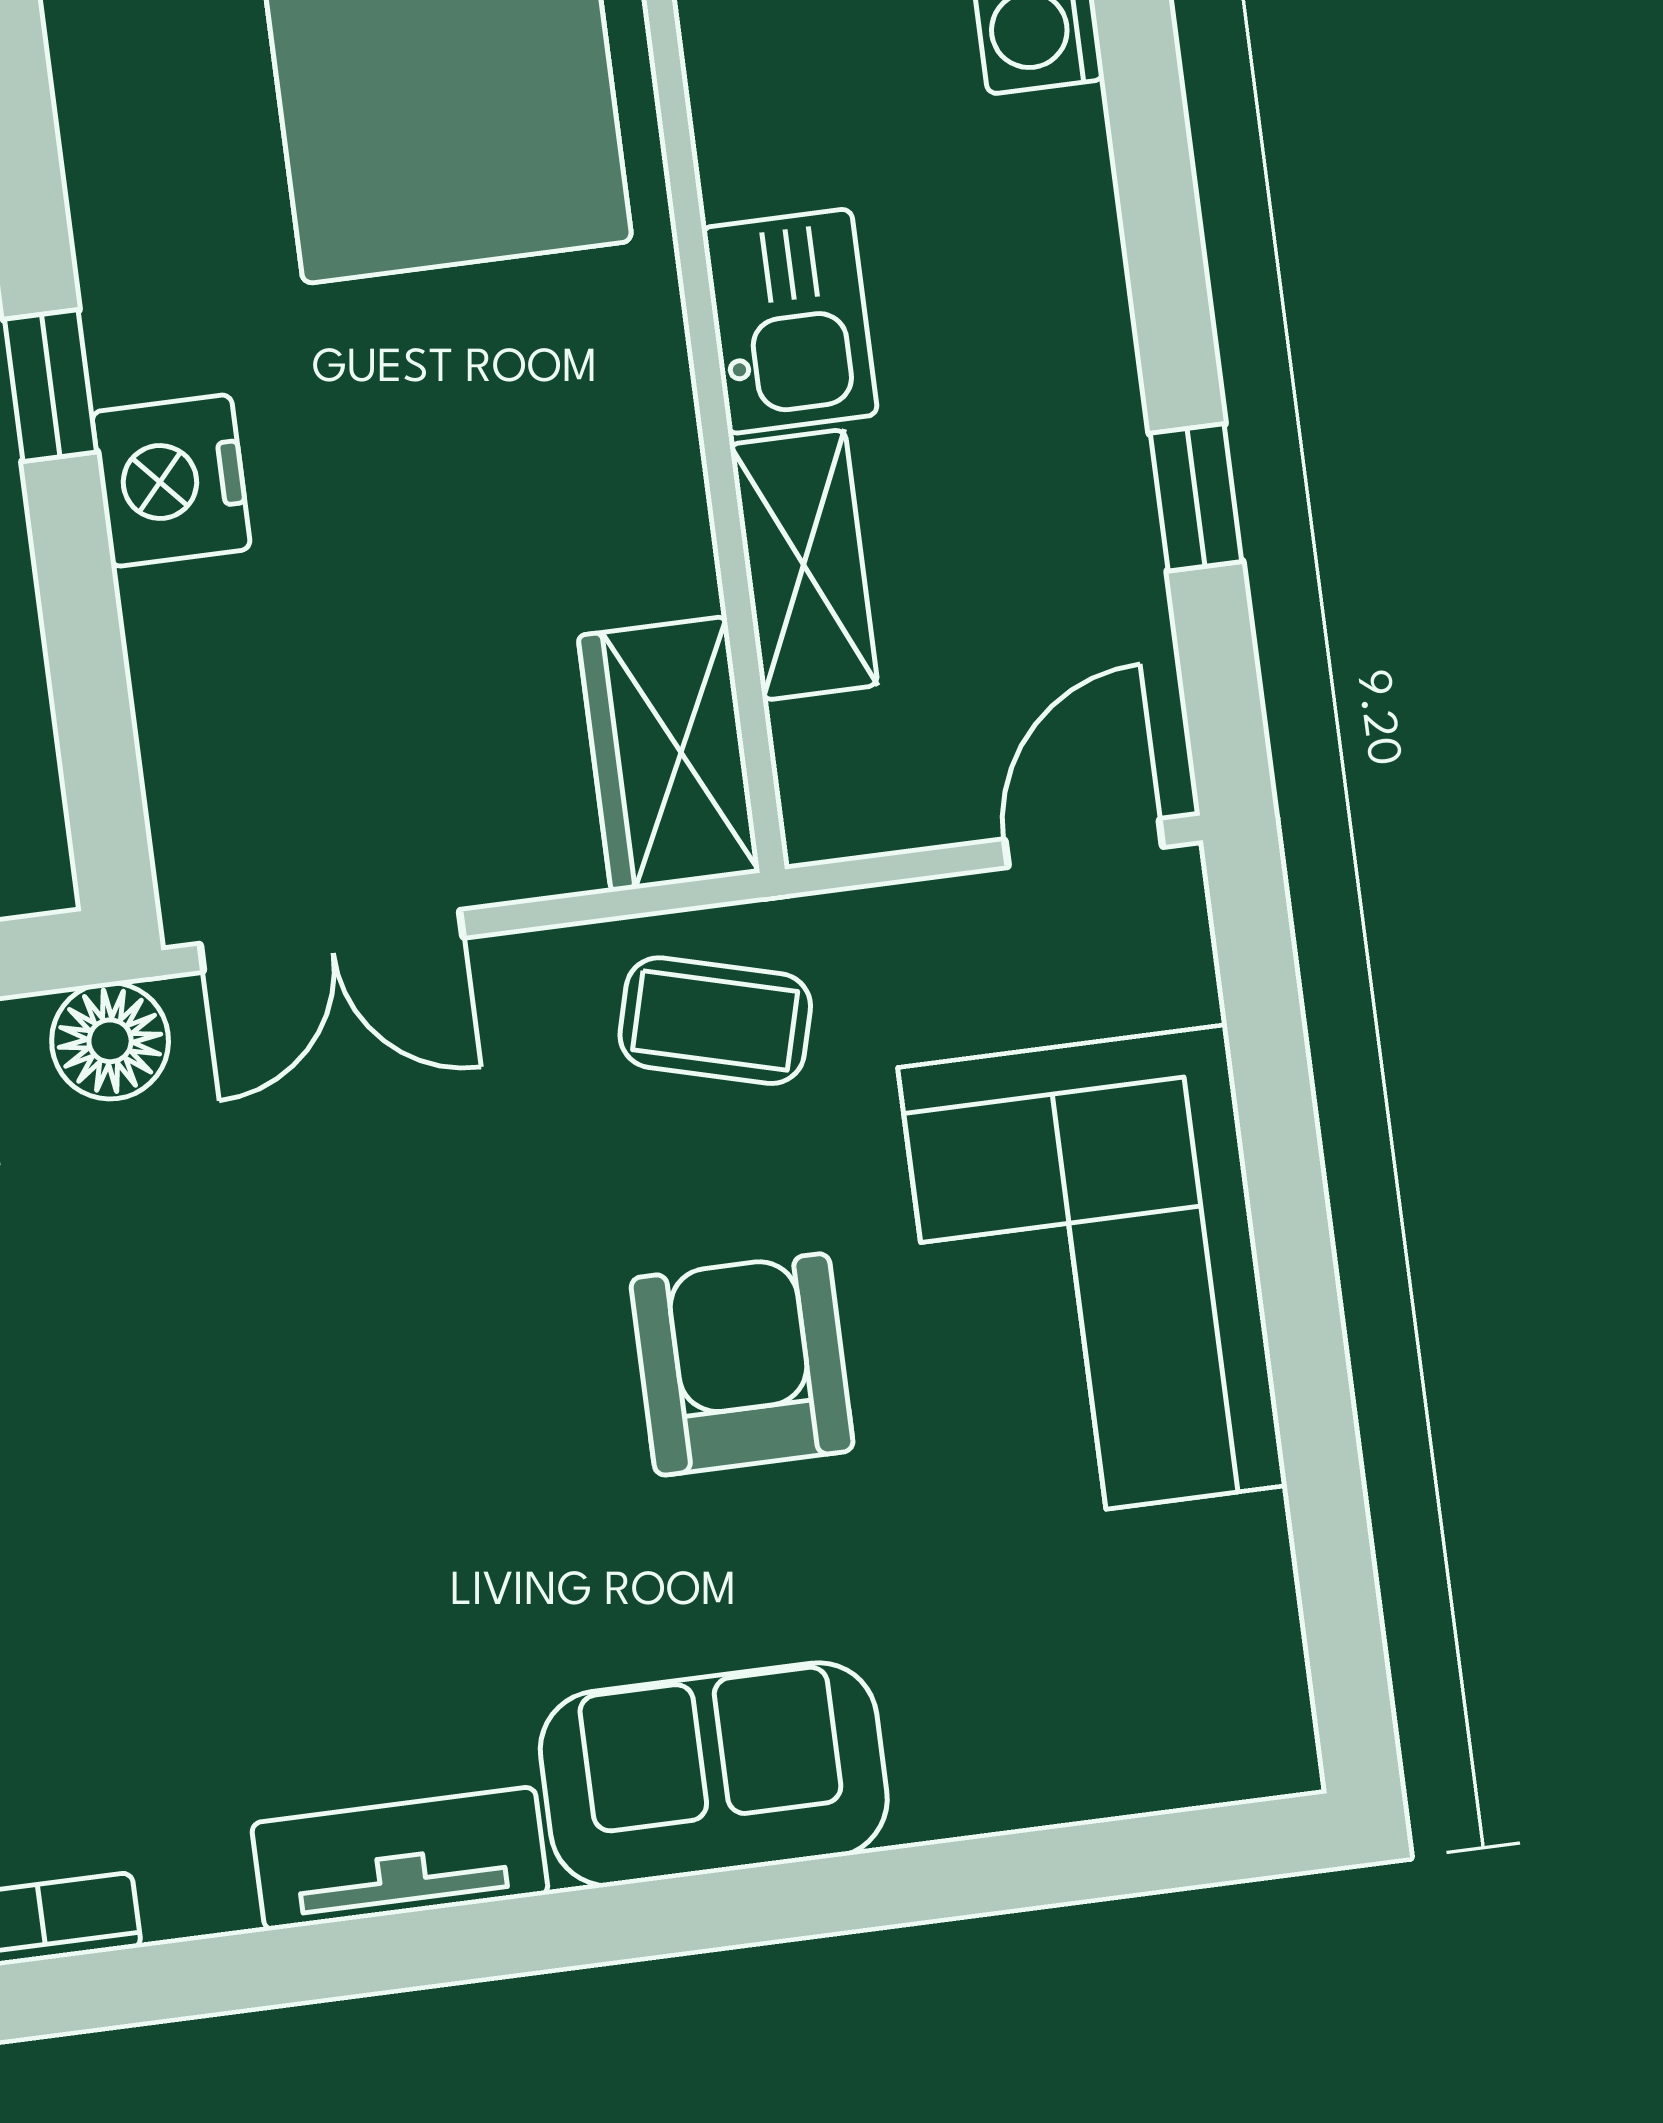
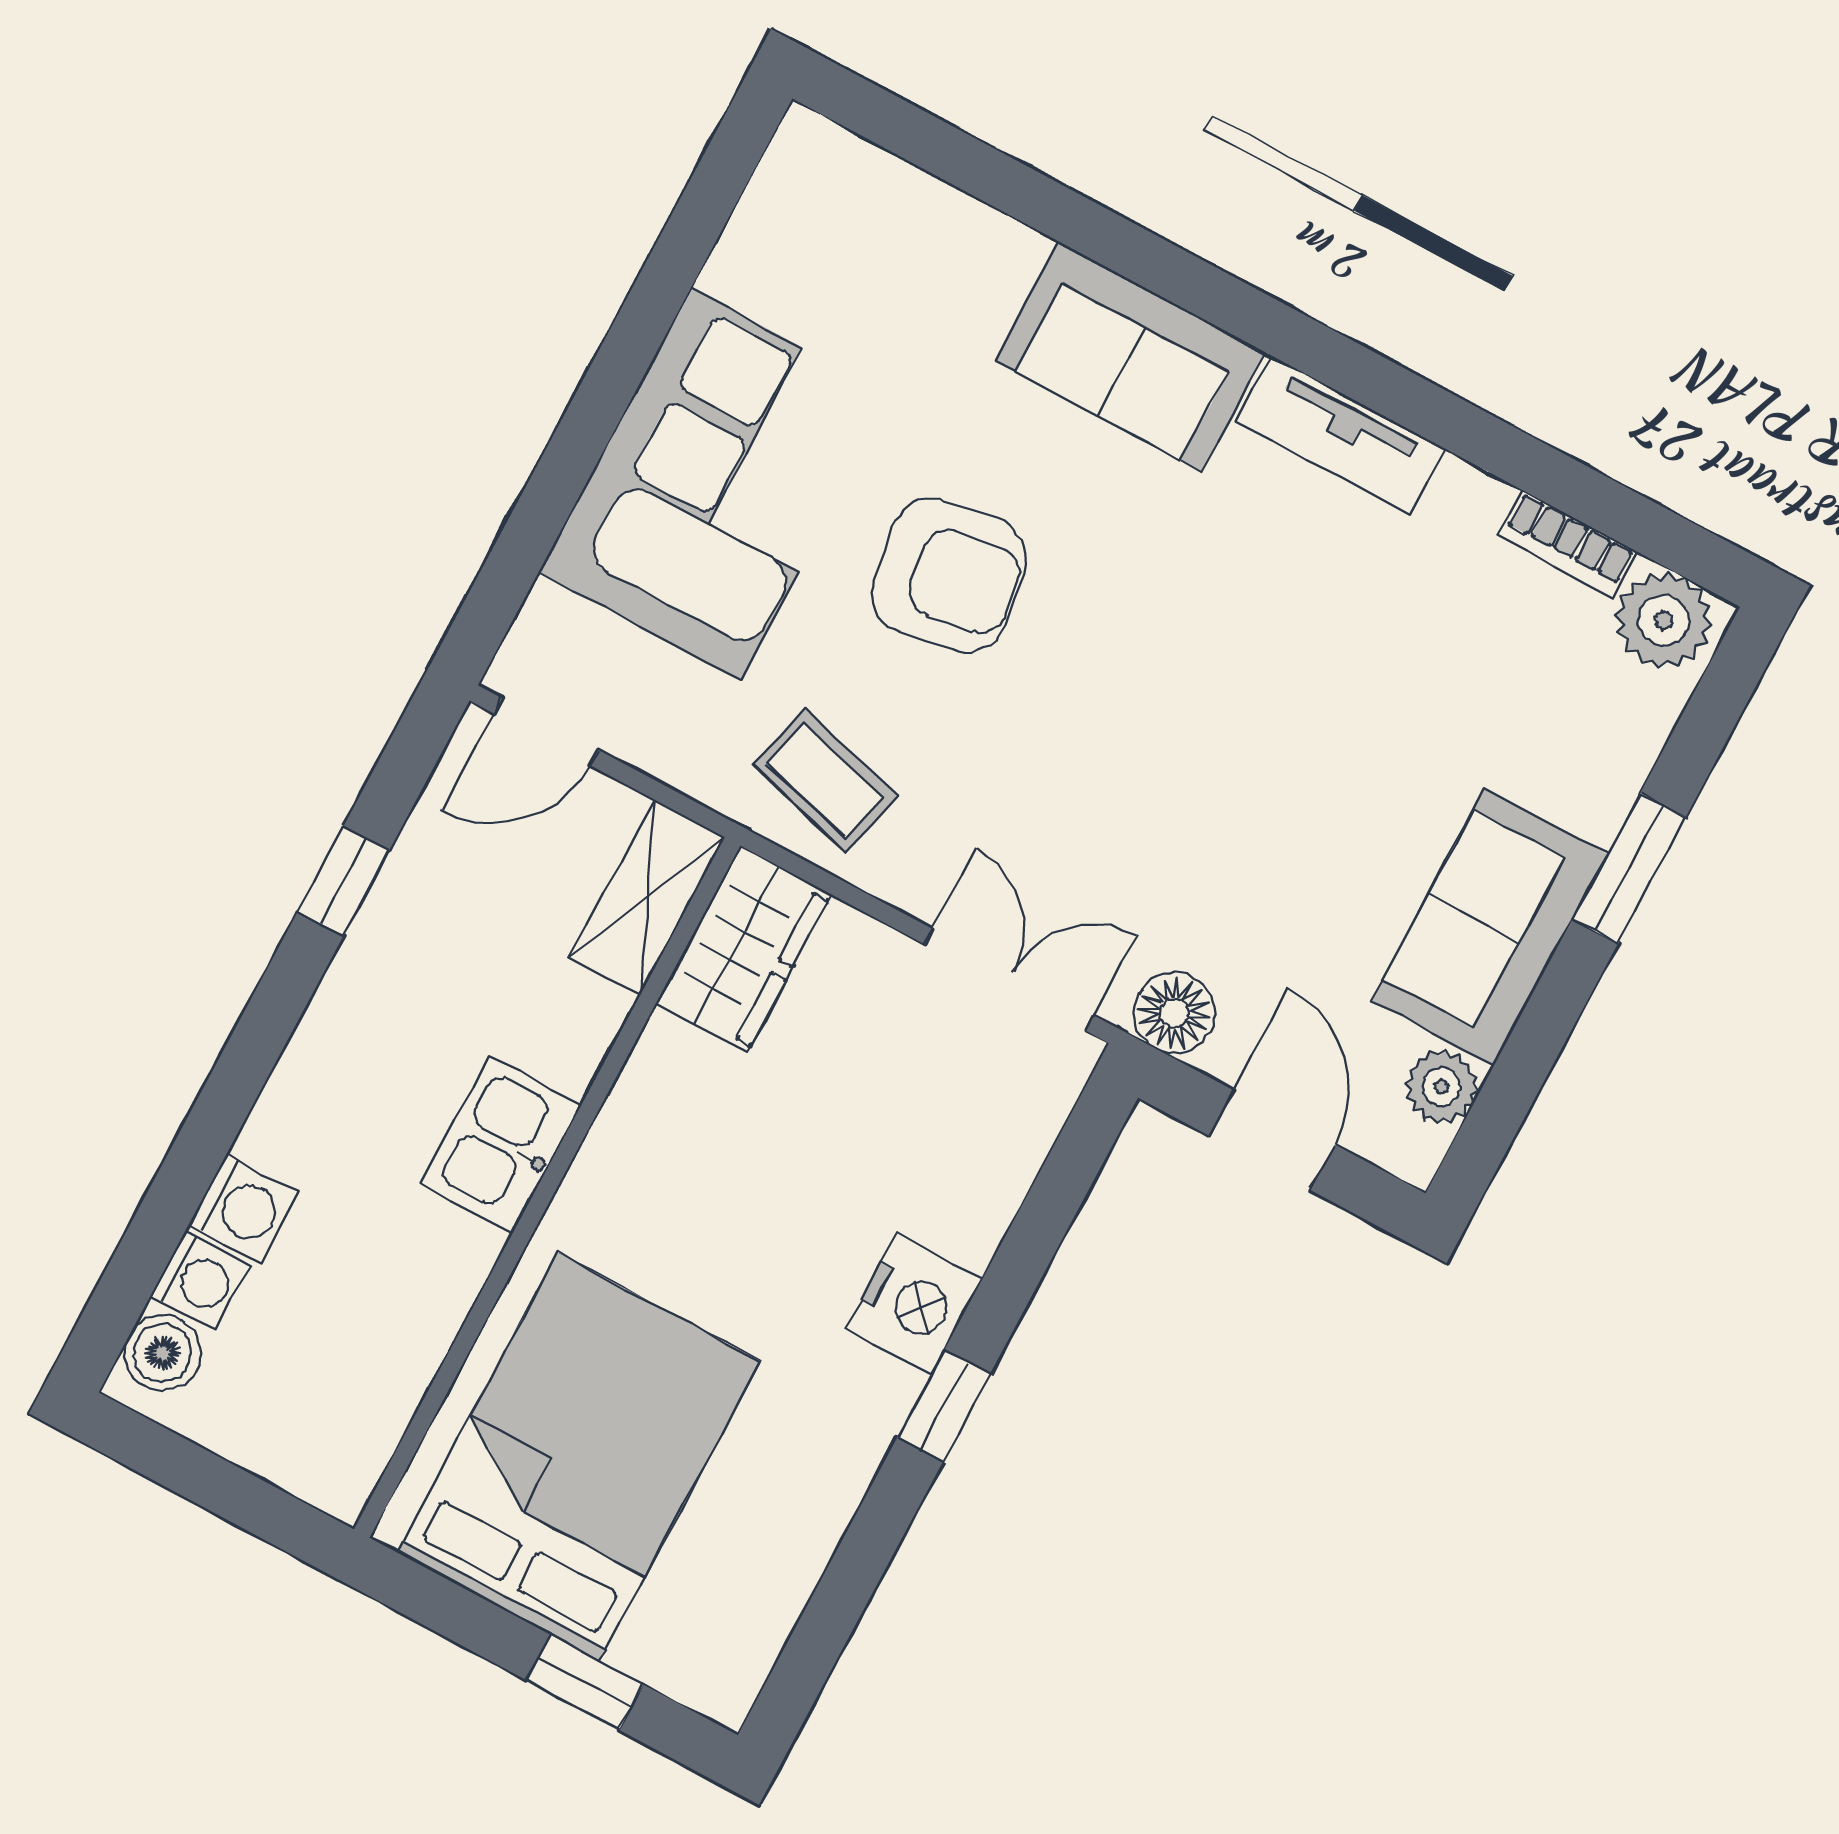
shelving: (804, 565) -> (647, 897), moved
armchair: (742, 1364) -> (949, 576), turned -99

